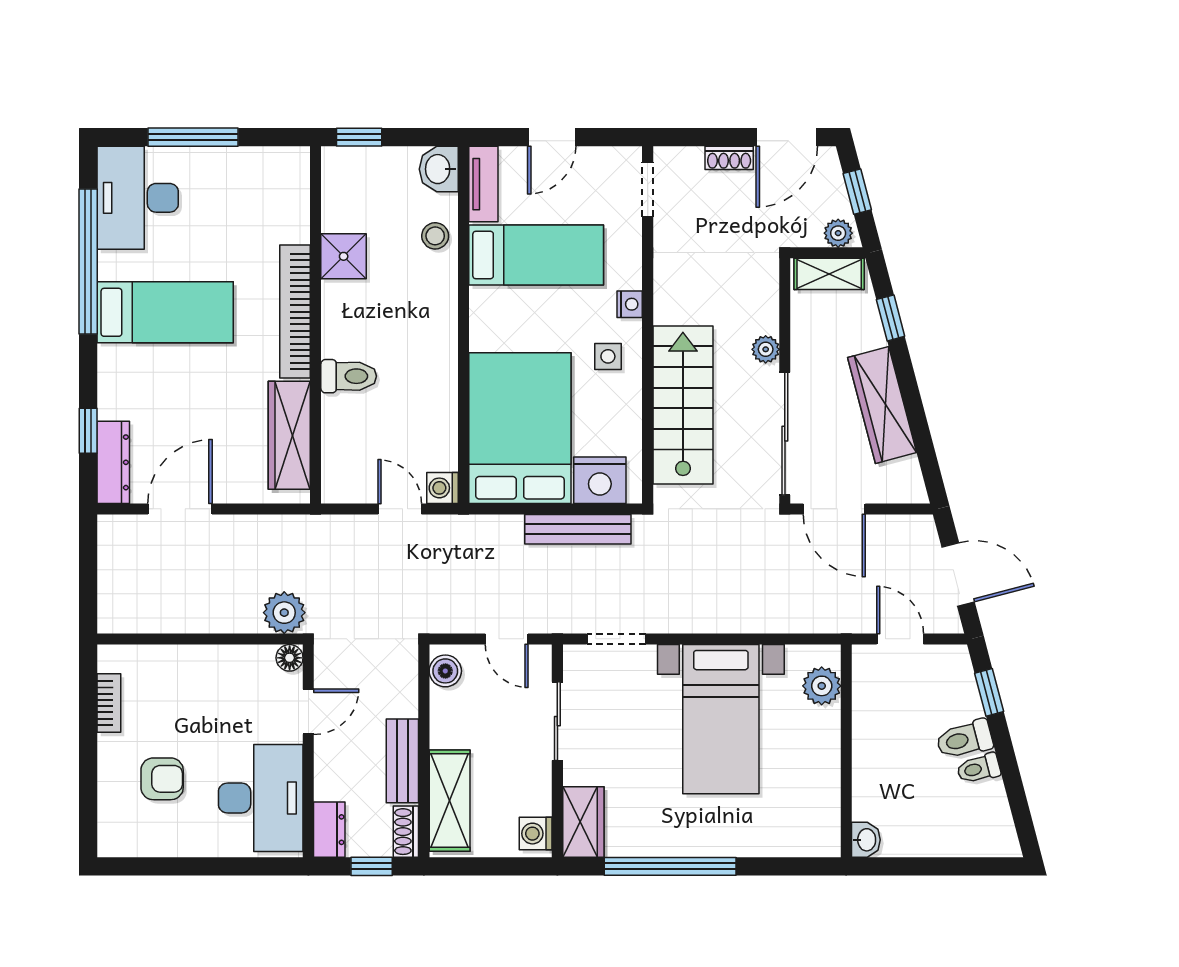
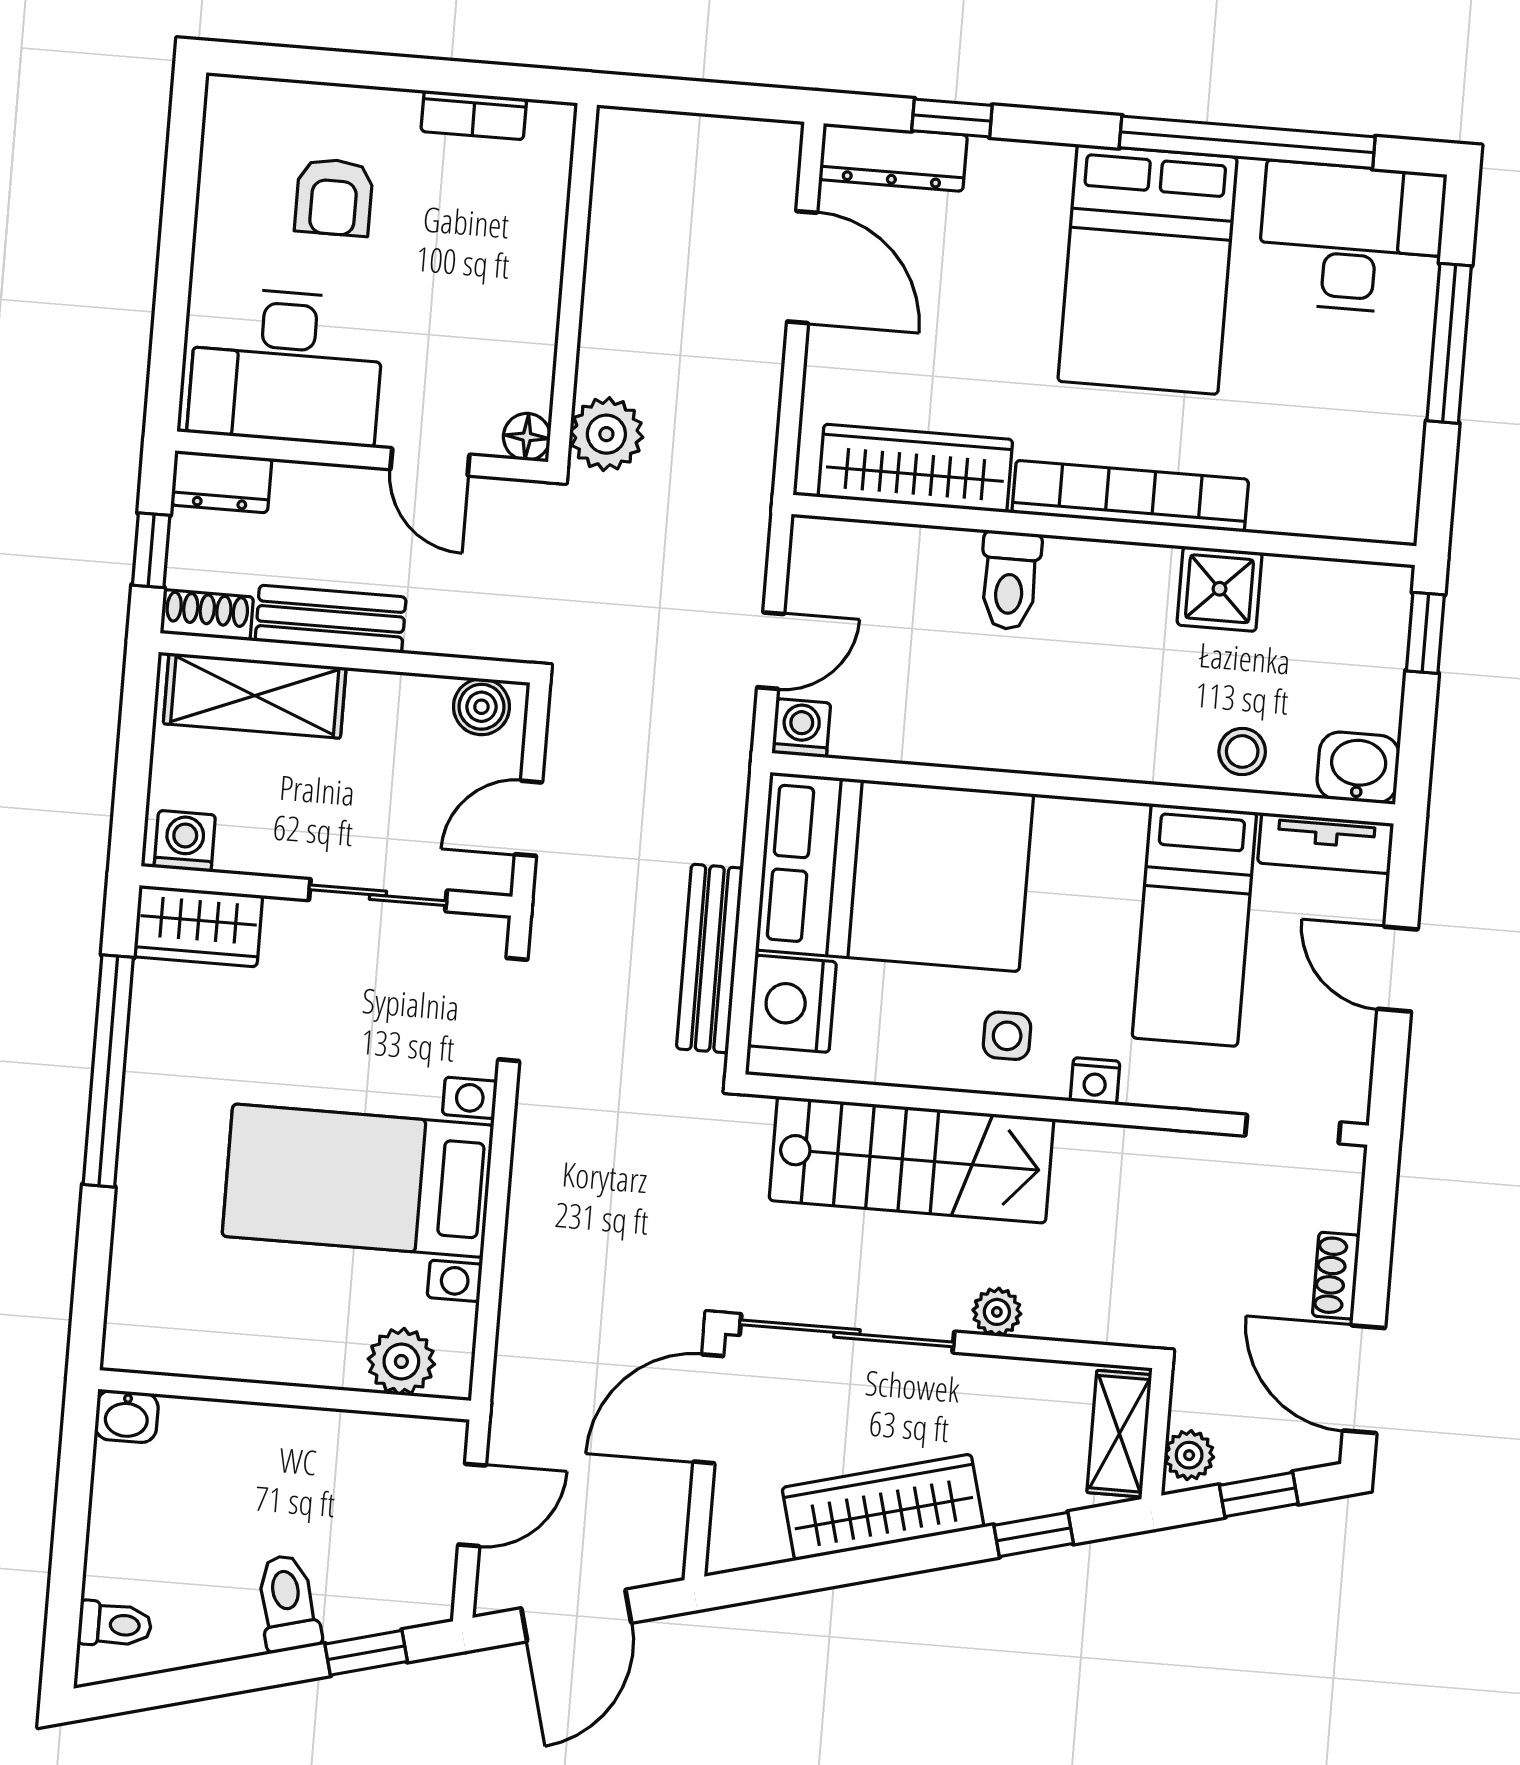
bed: (165, 312) -> (1148, 269), width x1.50
toilet: (979, 769) -> (115, 1624), moved, turned 105

